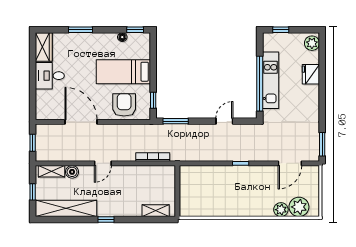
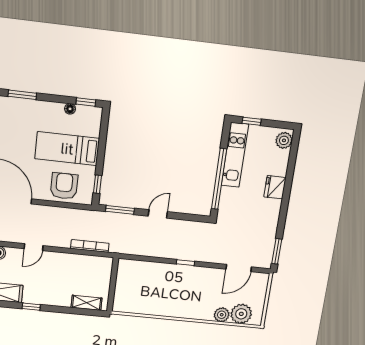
fridge: (311, 74) -> (275, 187), moved
kitchen unit: (271, 80) -> (235, 155), moved
door: (224, 121) -> (158, 214), moved

